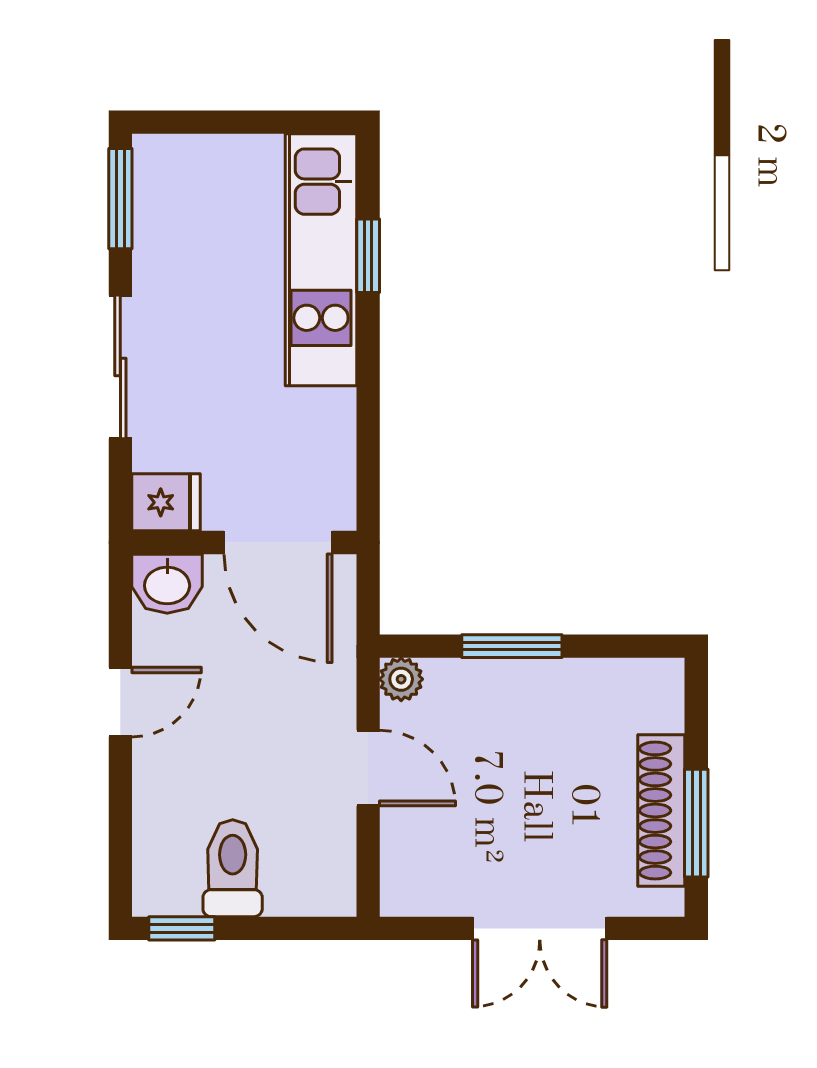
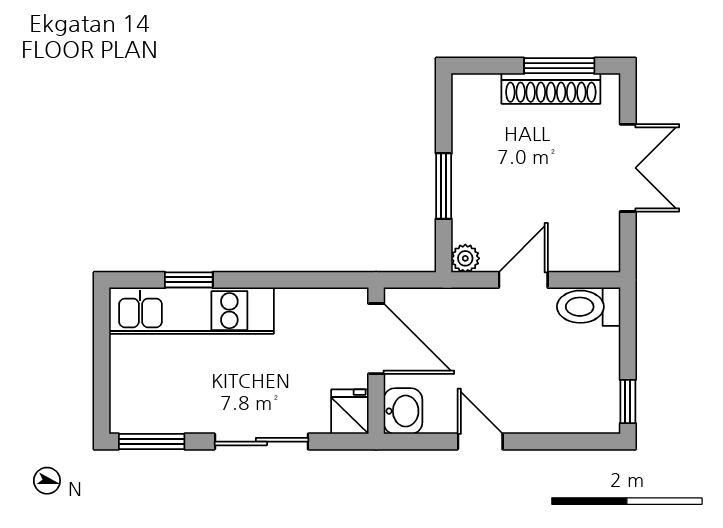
door: (278, 543) -> (376, 339), hinge flipped
toilet: (233, 868) -> (589, 307), moved

